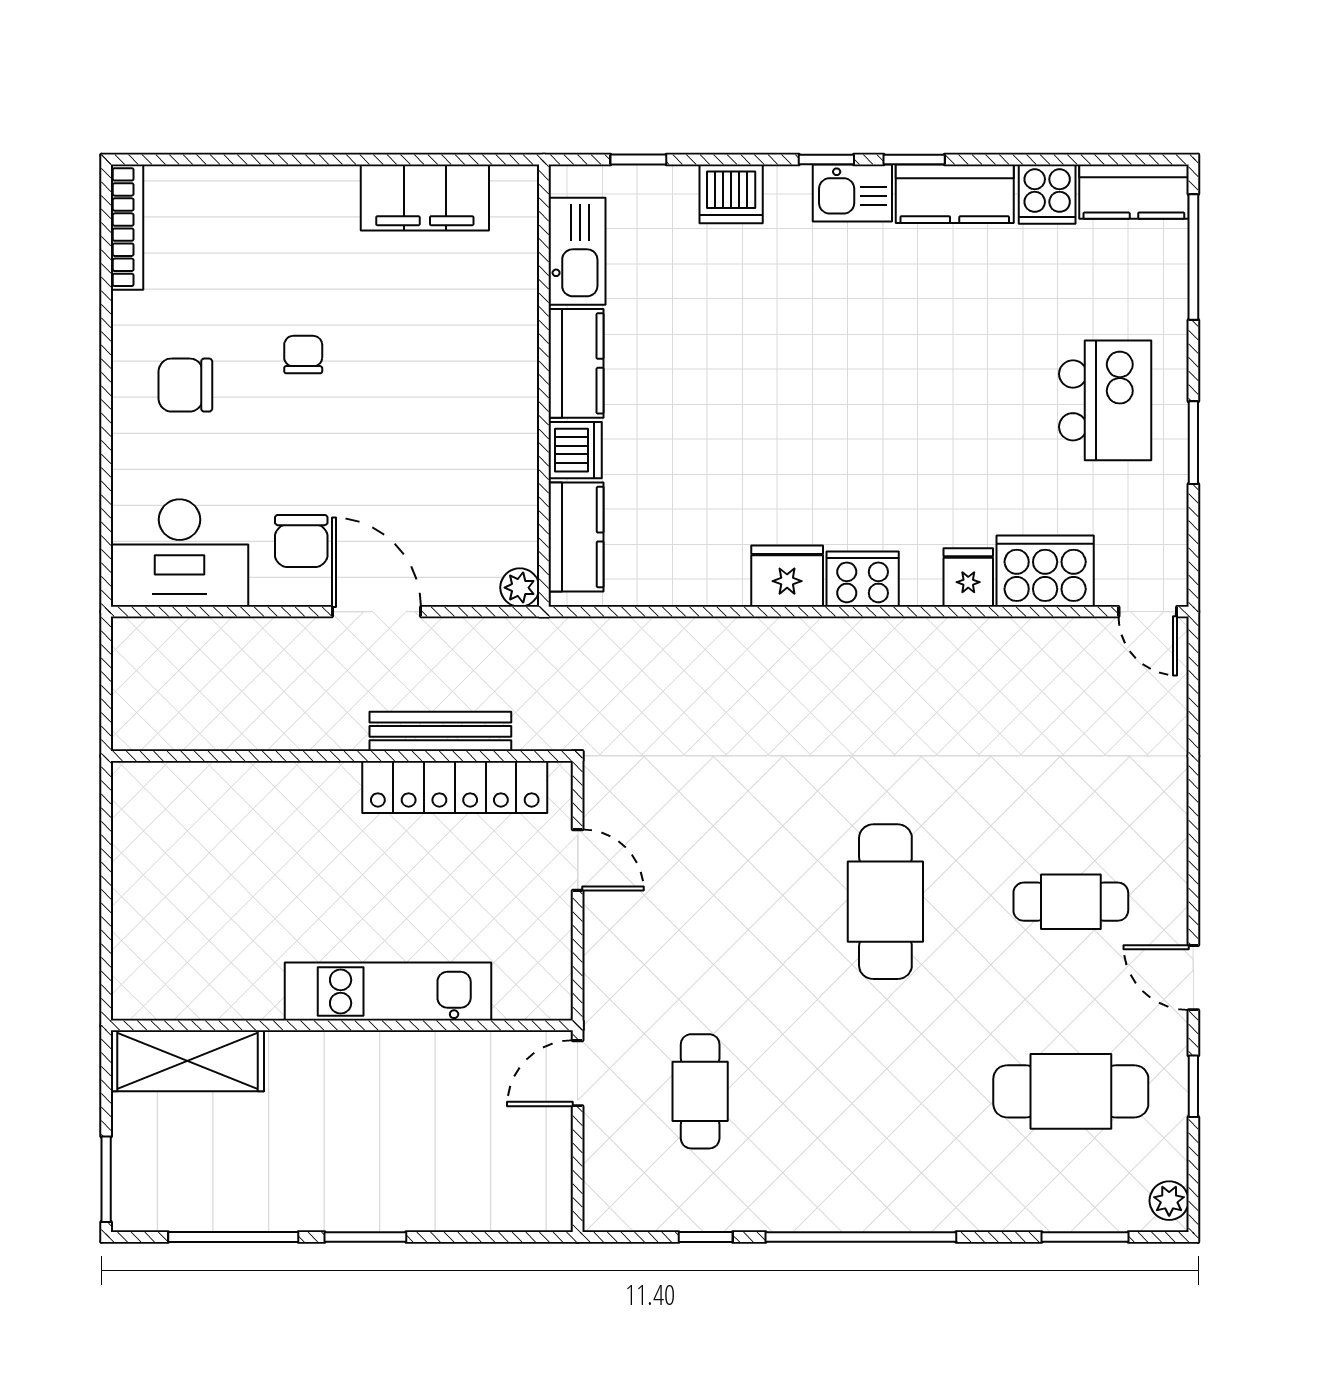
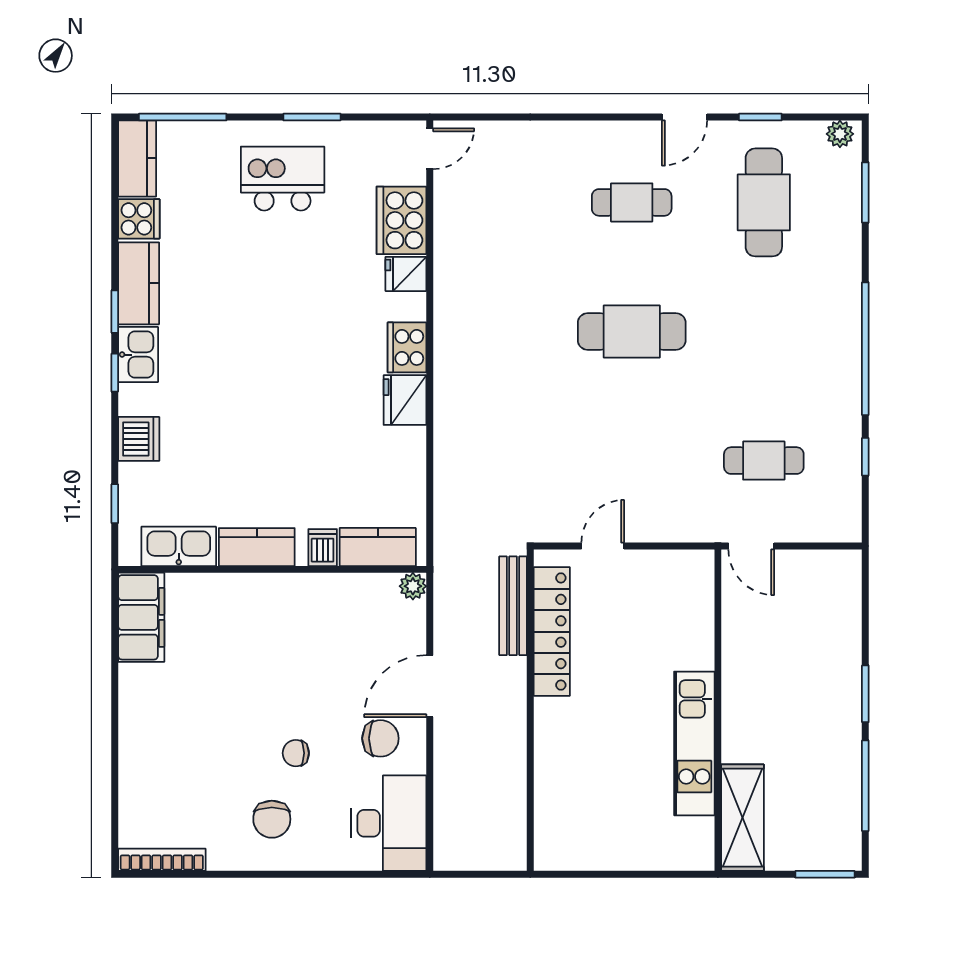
filing cabinet: (425, 197) -> (141, 617), moved
chair: (303, 355) -> (296, 753), moved
dishwasher: (575, 450) -> (323, 548), width x0.73
bench: (440, 731) -> (513, 606), moved
cafe table: (1071, 902) -> (632, 202), turned 90
kitchen unit: (388, 991) -> (694, 743), moved

